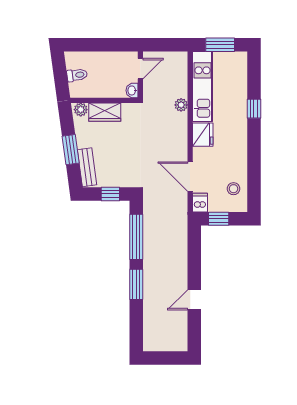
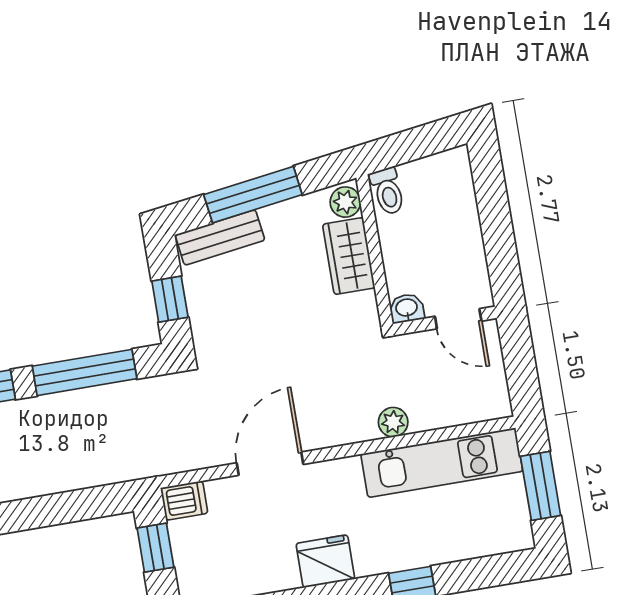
toilet: (77, 75) -> (388, 191), moved
fridge: (203, 135) -> (325, 561), moved, turned 180
window: (71, 150) -> (253, 195), width x1.44
door: (190, 177) -> (270, 464), moved
stool: (233, 189) -> (227, 569), removed

